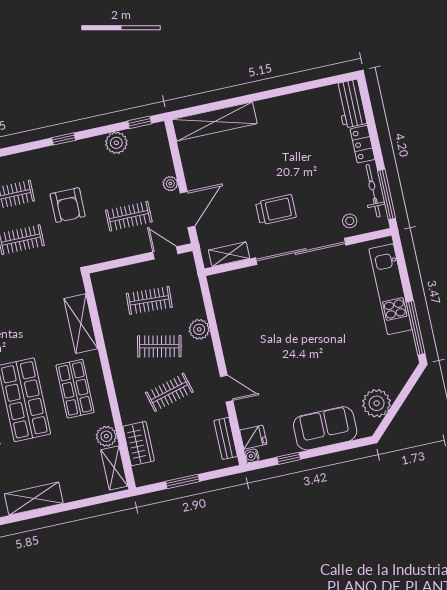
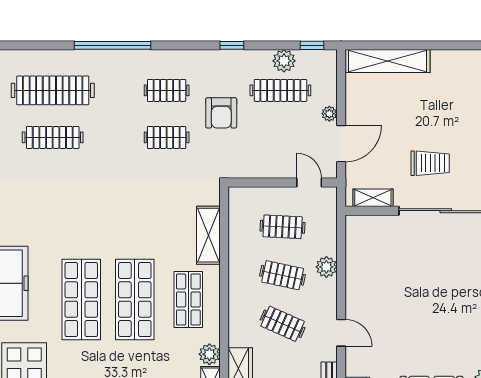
clothes rail: (129, 216) -> (280, 90), moved, width x1.36
clothes rail: (169, 392) -> (283, 324), turned 39

